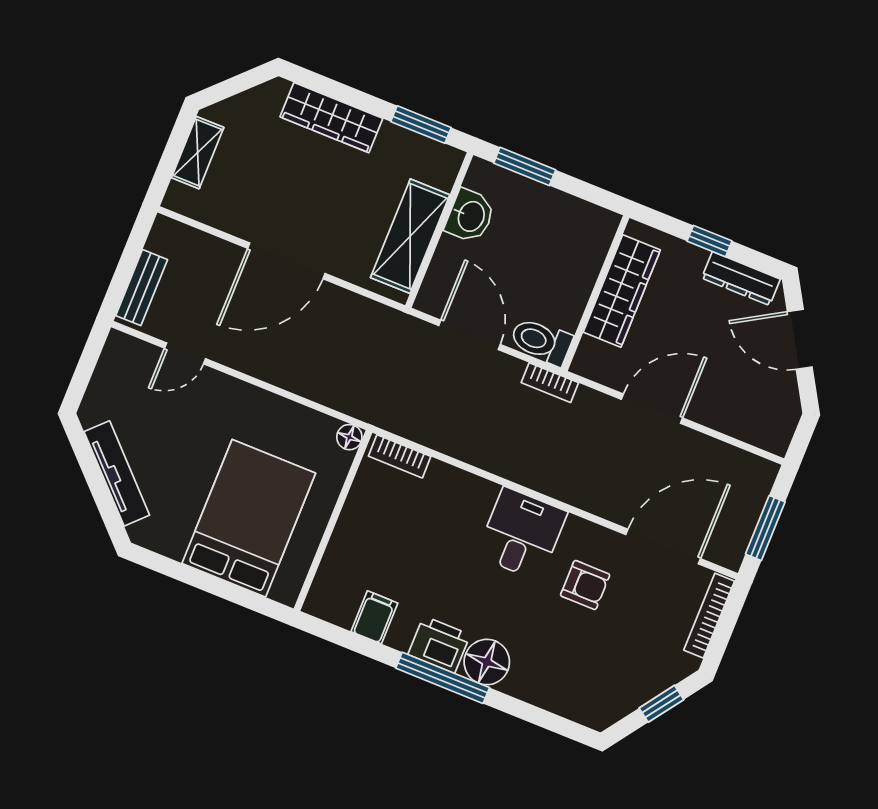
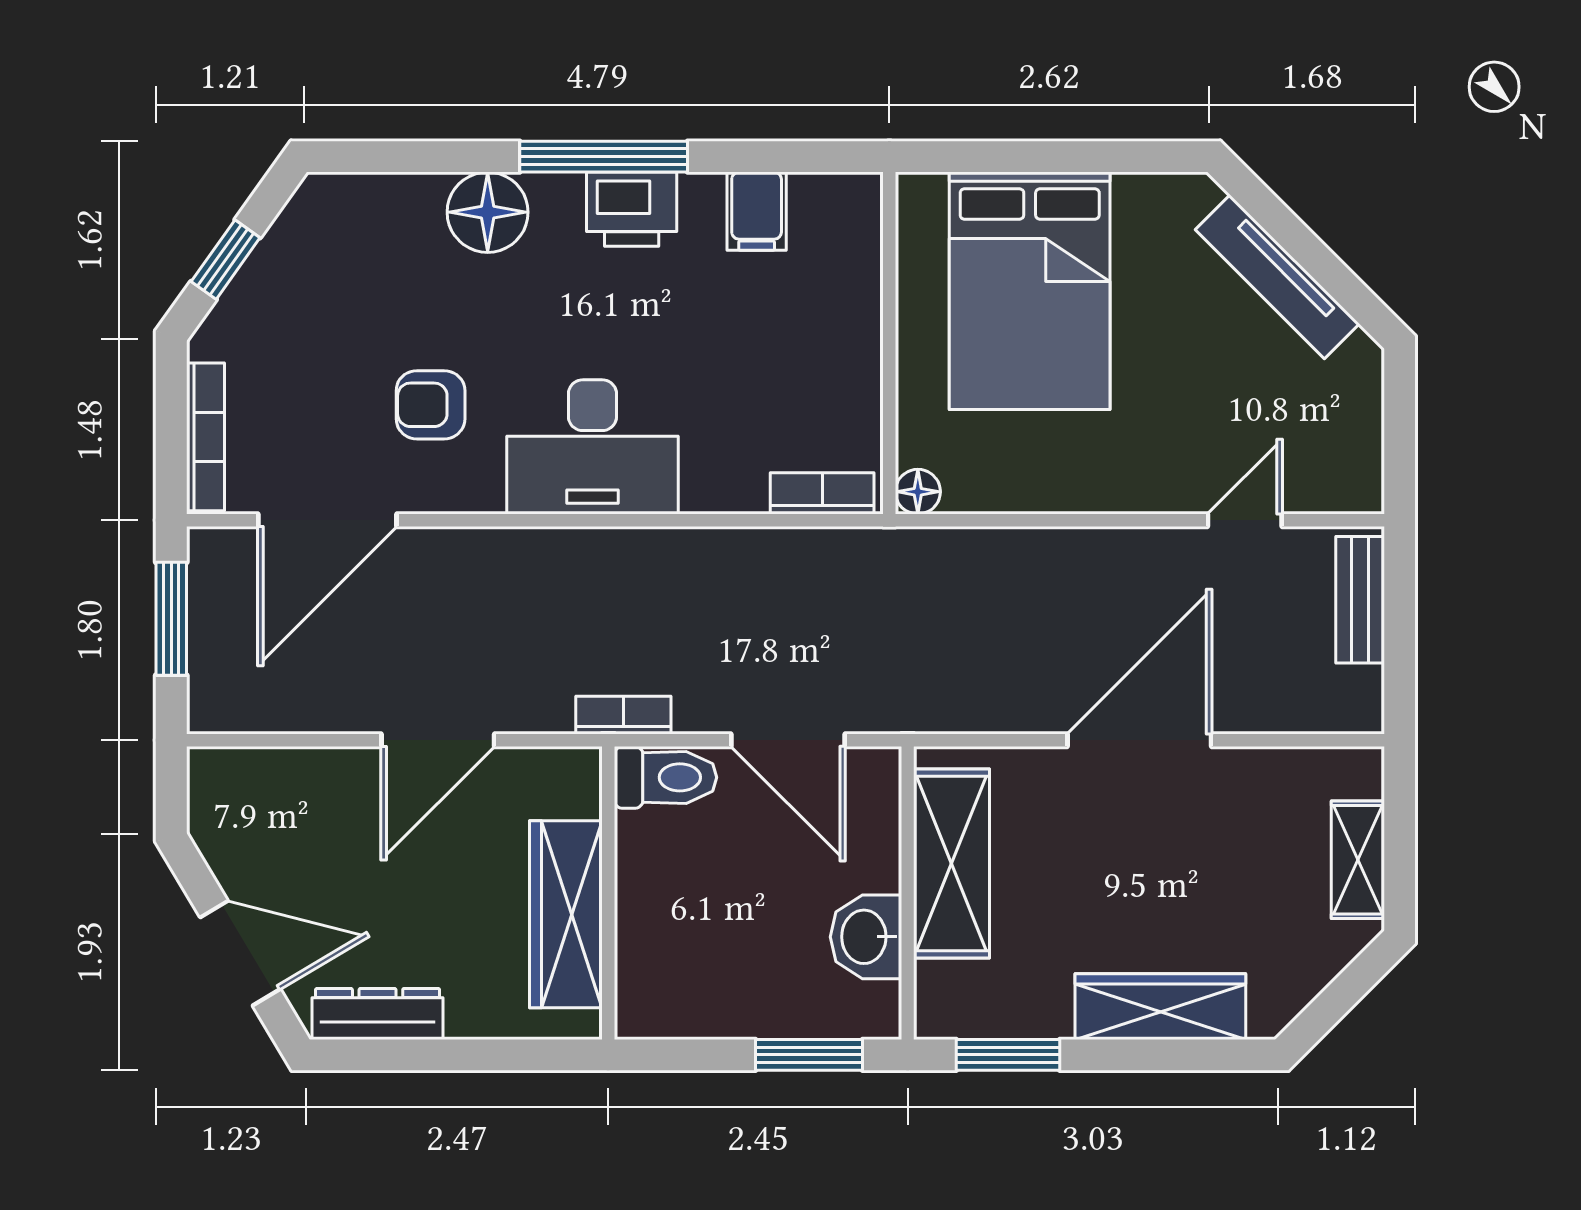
window: (709, 241) -> (455, 1055), removed
desk: (522, 534) -> (592, 447), width x1.37
floor lamp: (487, 662) -> (488, 212), moved

